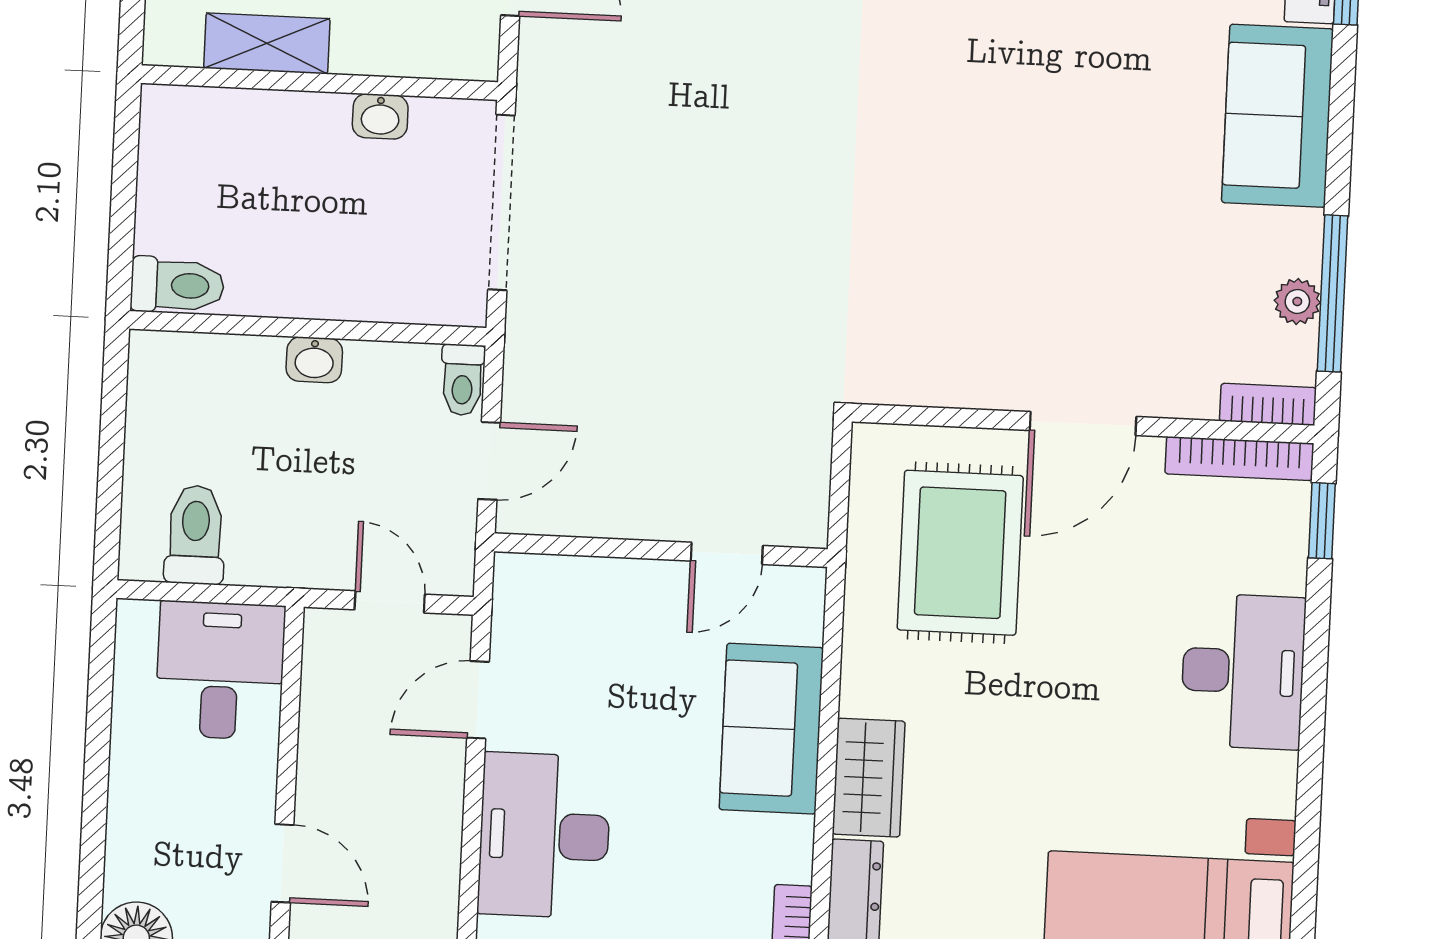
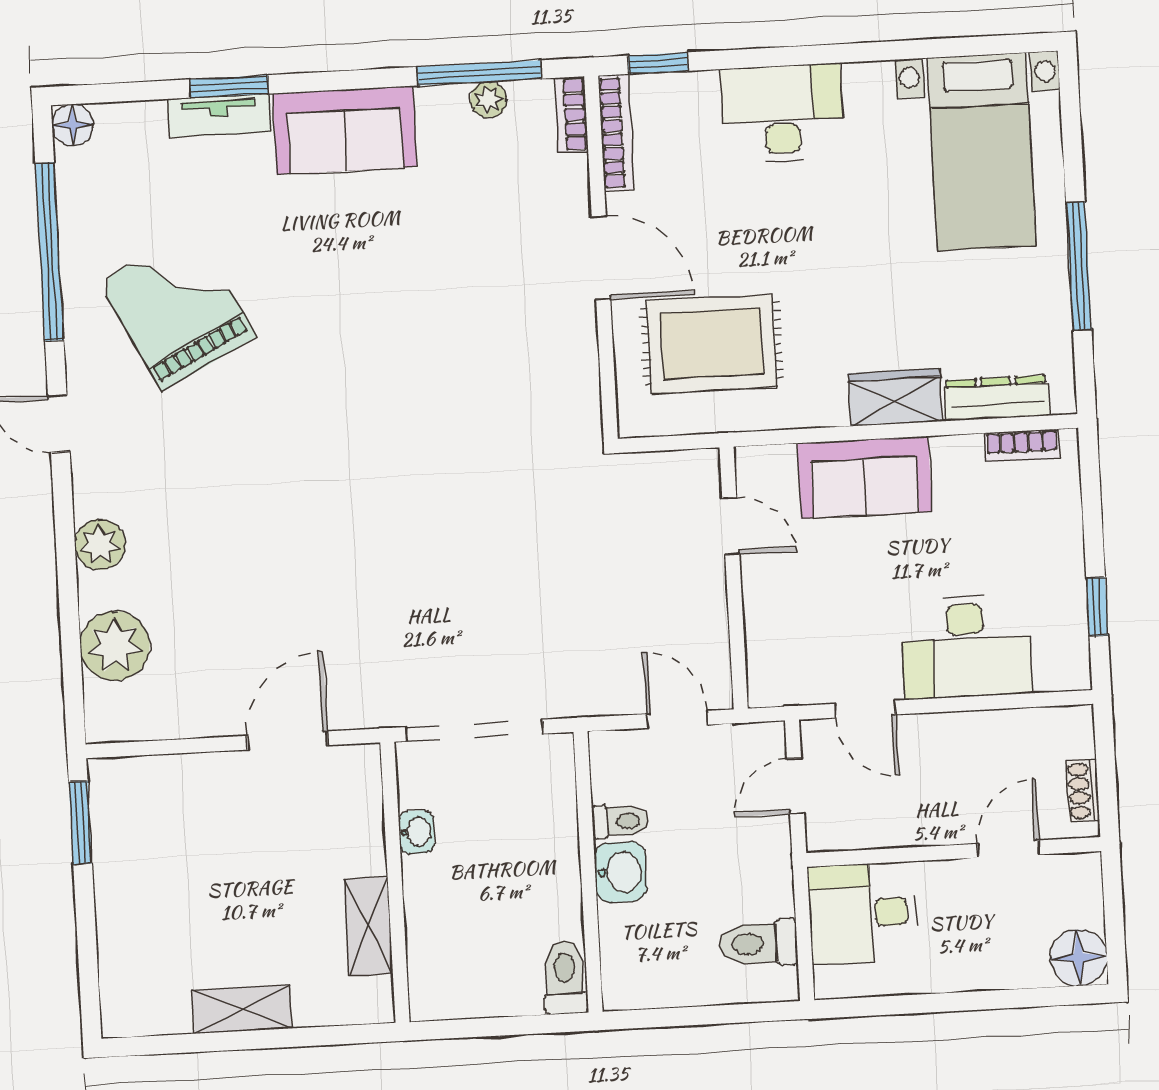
washbasin: (314, 360) -> (620, 872), width x1.38, depth x1.45
toilet: (462, 380) -> (620, 821), moved

